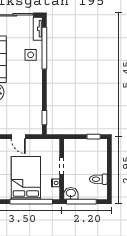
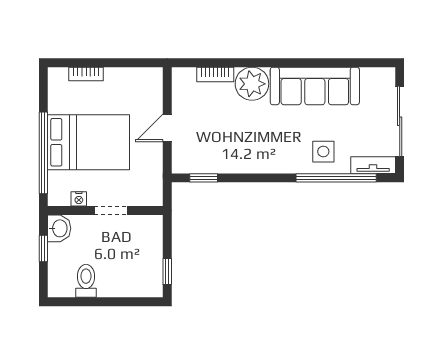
window: (81, 202) -> (43, 248), width x0.46

